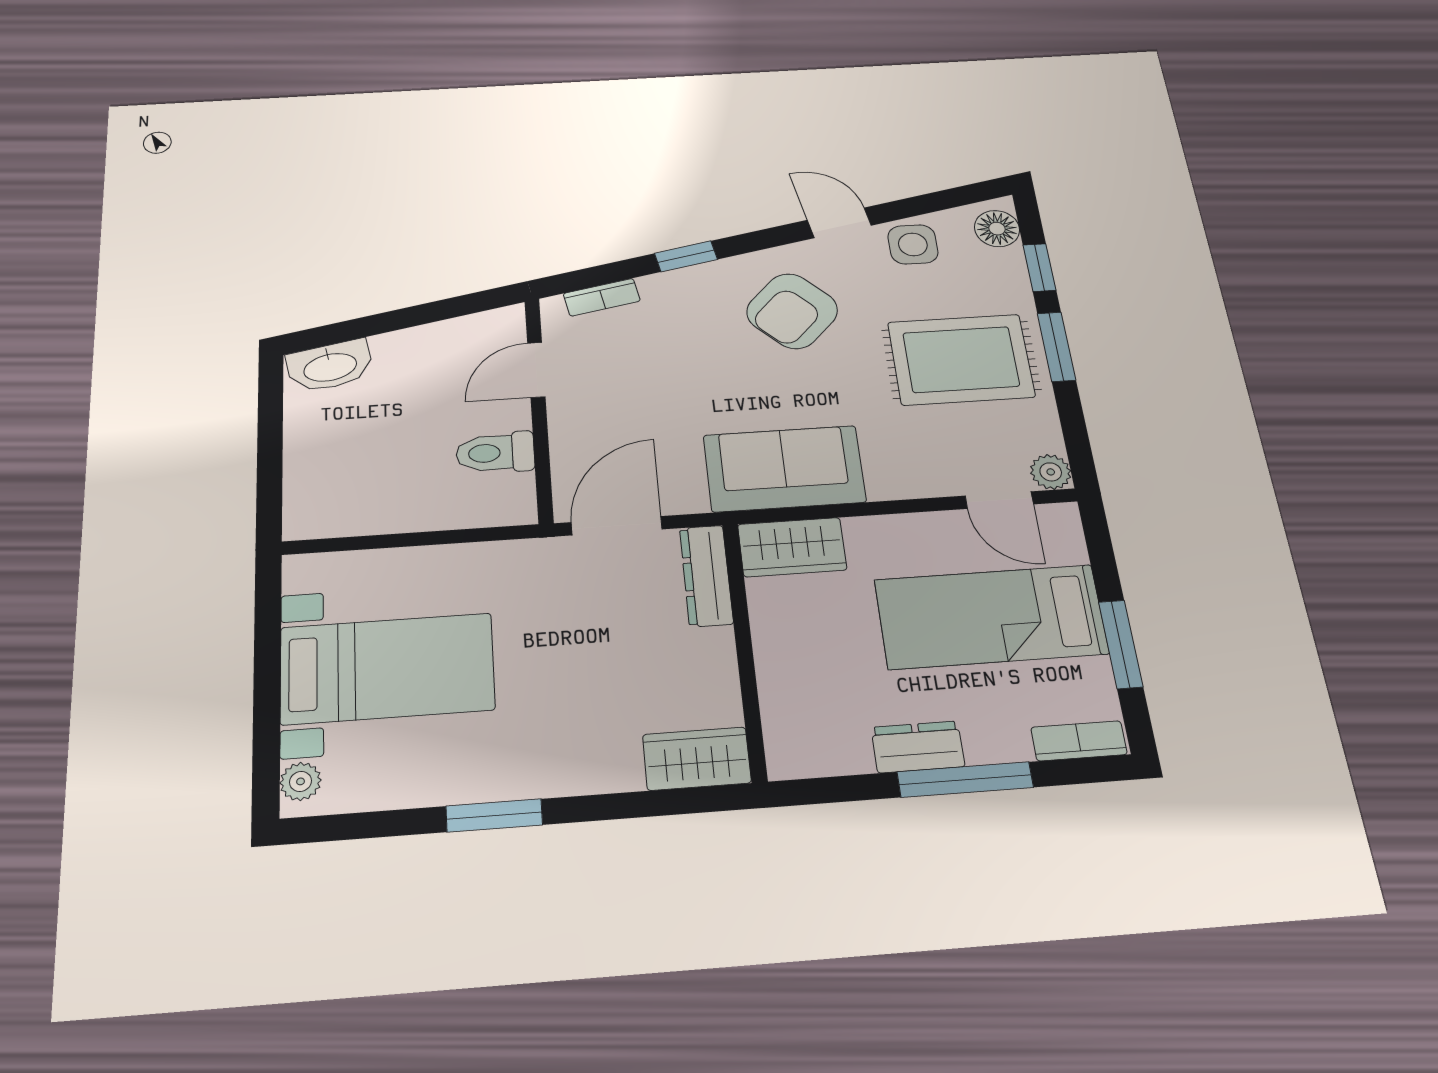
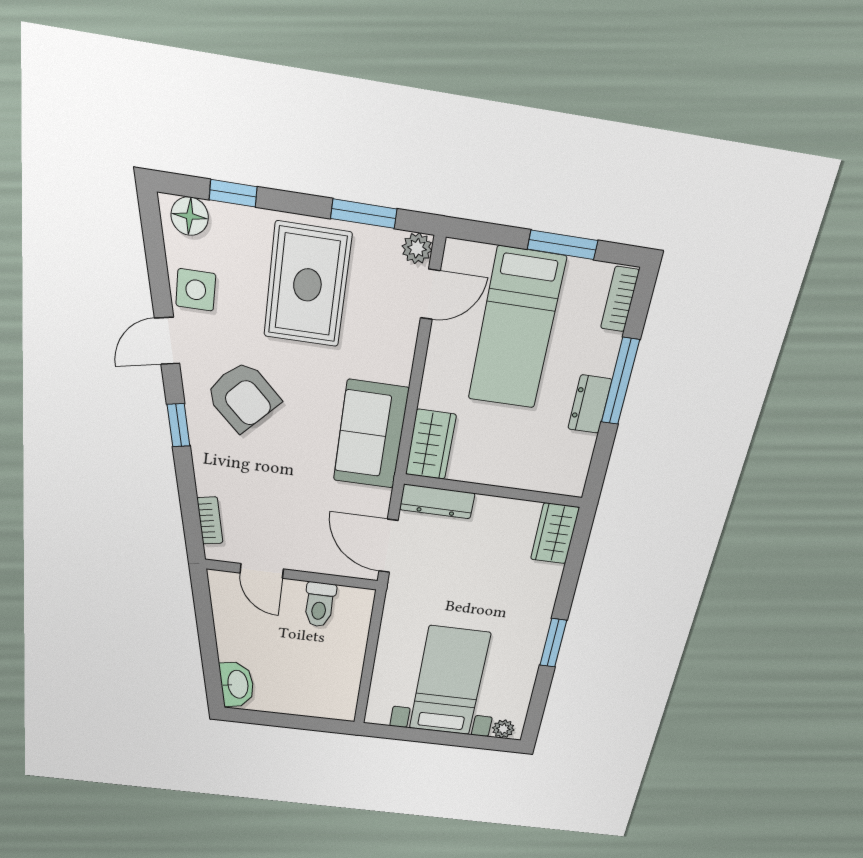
window: (686, 256) -> (179, 425), moved
window: (1056, 347) -> (364, 214), moved

